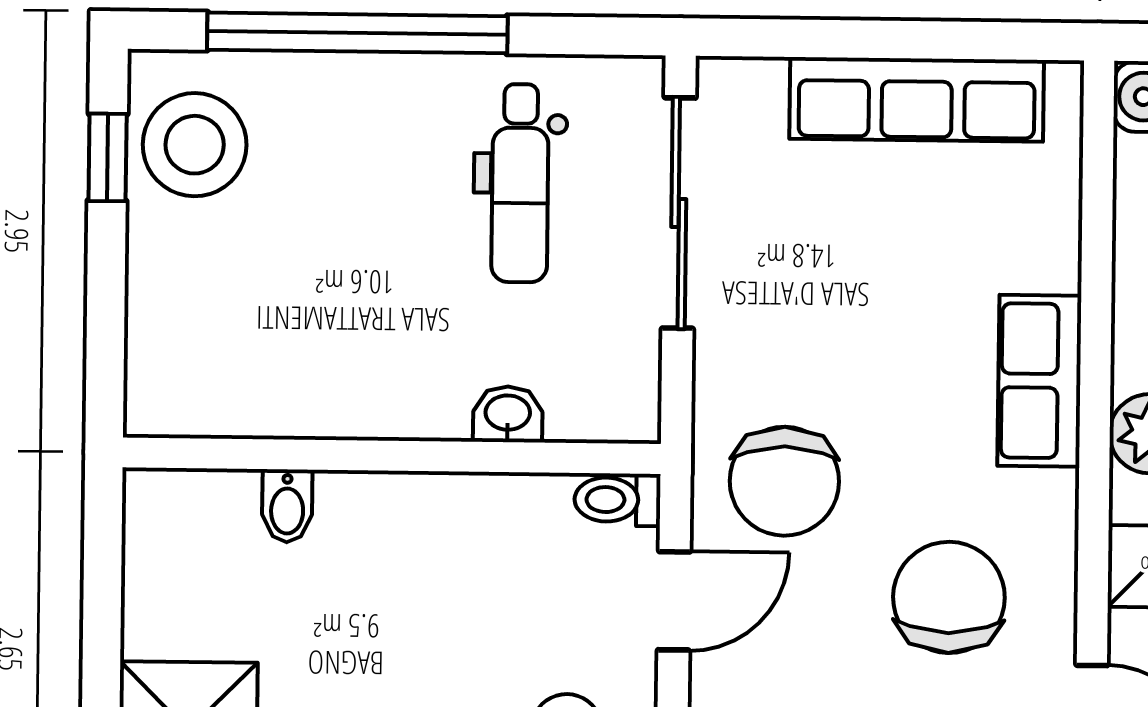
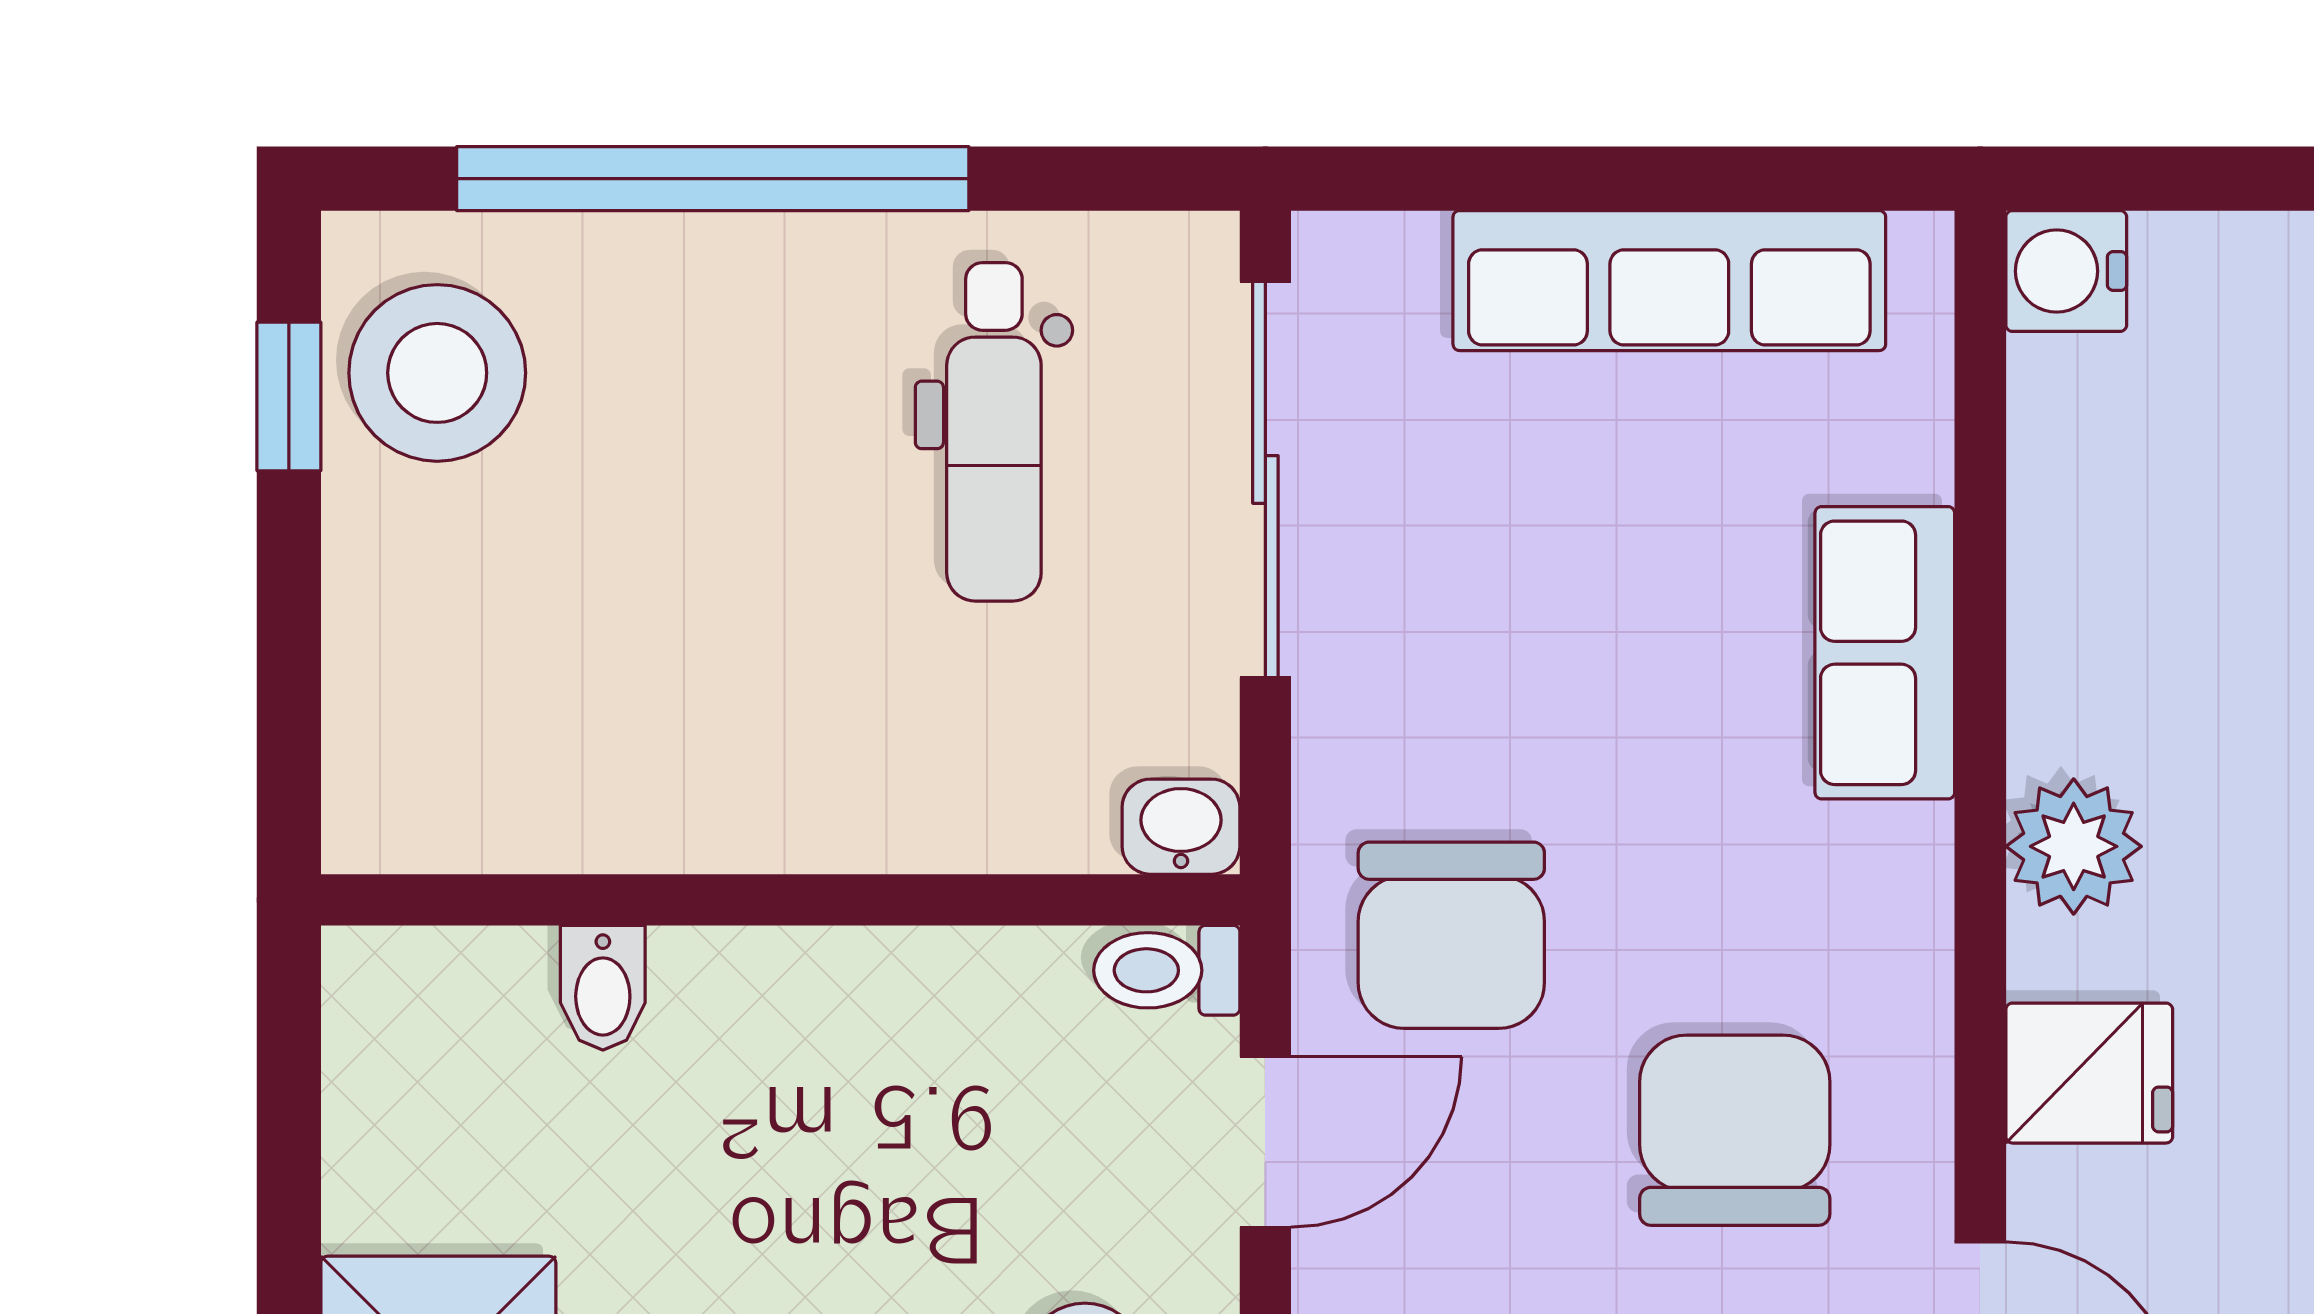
row of seats: (1039, 381) -> (1885, 653), moved
washbasin: (508, 414) -> (1181, 827), moved

